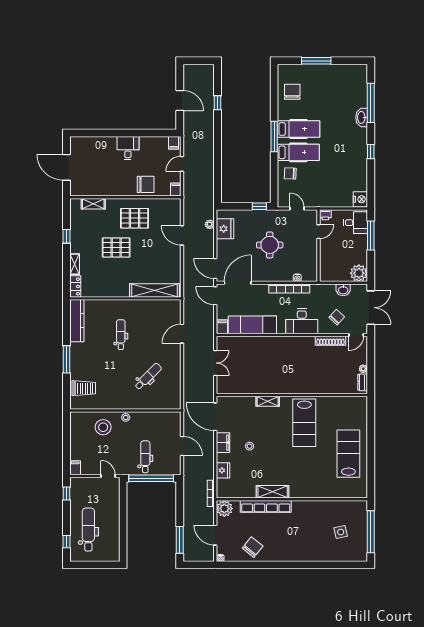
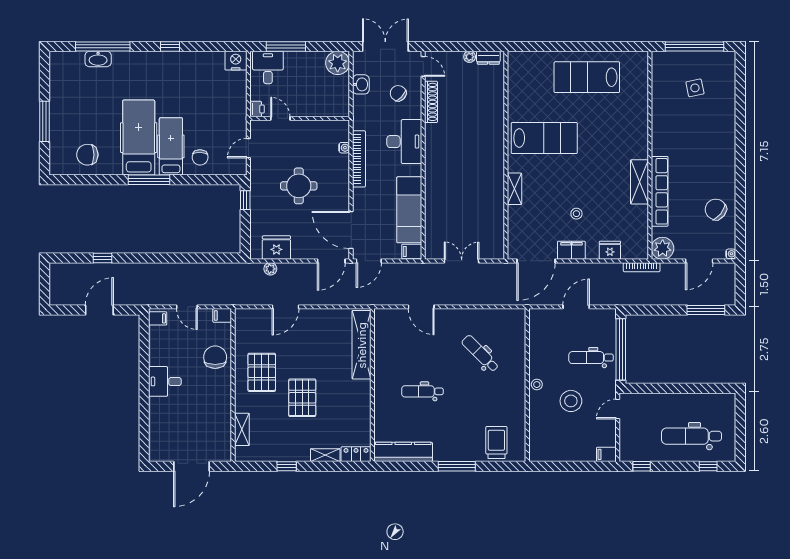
washbasin: (362, 117) -> (98, 59), moved
hospital bed: (299, 129) -> (139, 138), width x1.37, depth x1.29
stool: (103, 427) -> (571, 401), moved

